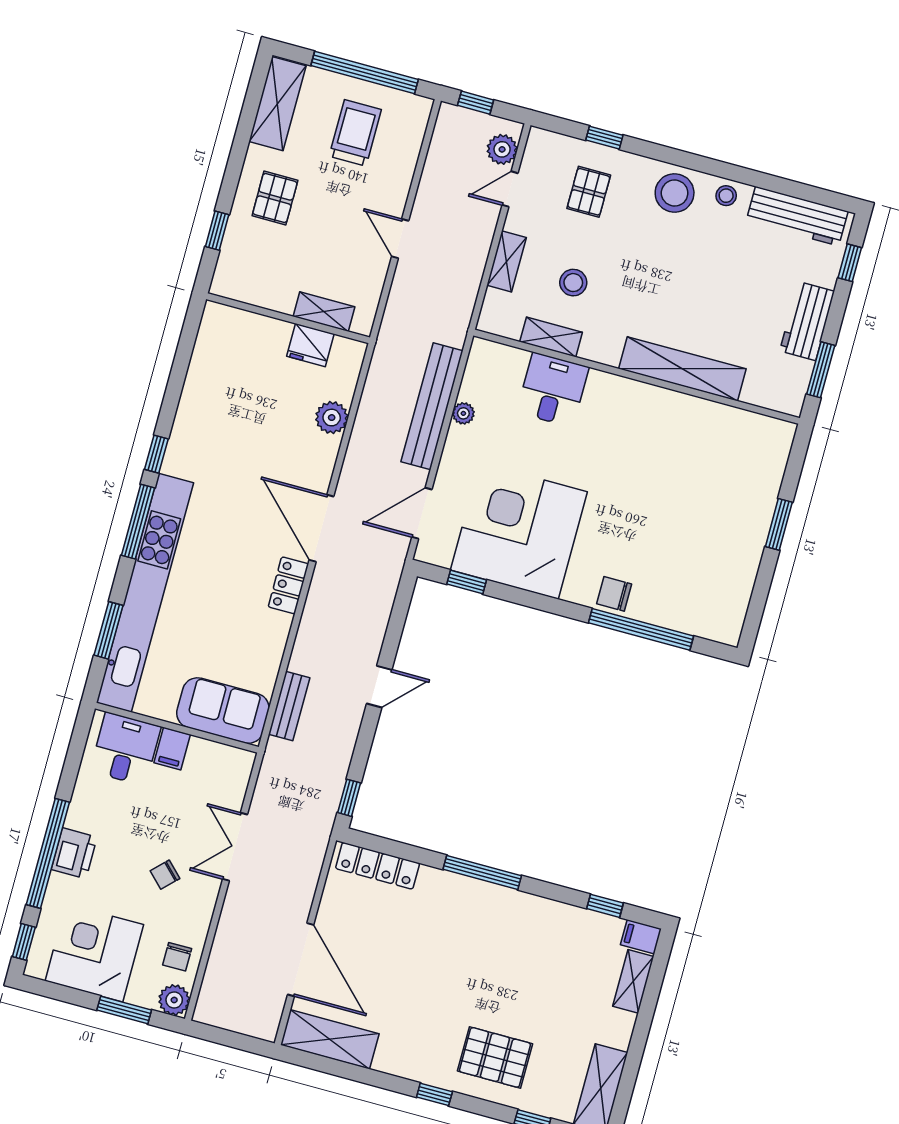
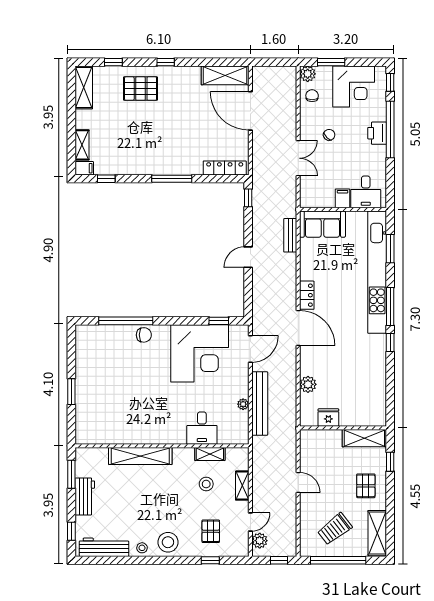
trolley: (355, 133) -> (335, 529), turned 52
shelving: (324, 312) -> (364, 438), moved, width x1.50, depth x1.33

